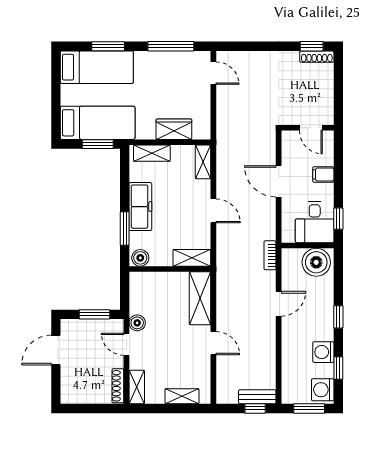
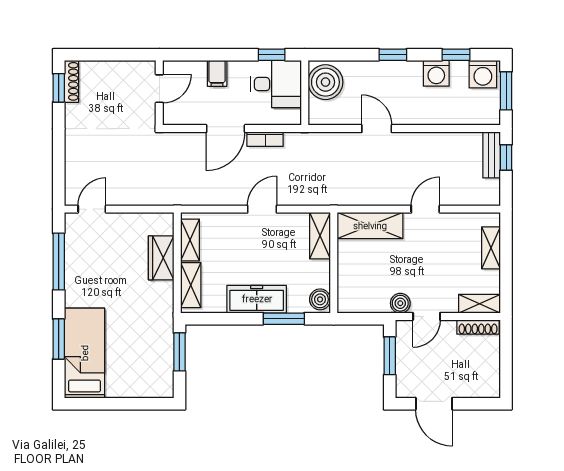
bed: (98, 123) -> (153, 352), removed
shelving: (203, 162) -> (190, 240), moved, turned 90
bookcase: (270, 255) -> (265, 139), moved

